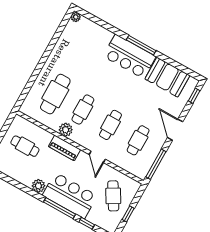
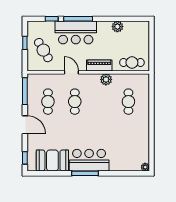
cafe table: (55, 94) -> (128, 102), width x0.73, depth x0.74
cafe table: (83, 109) -> (102, 102), removed
cafe table: (25, 146) -> (132, 62), moved
plant: (38, 186) -> (117, 27), moved

